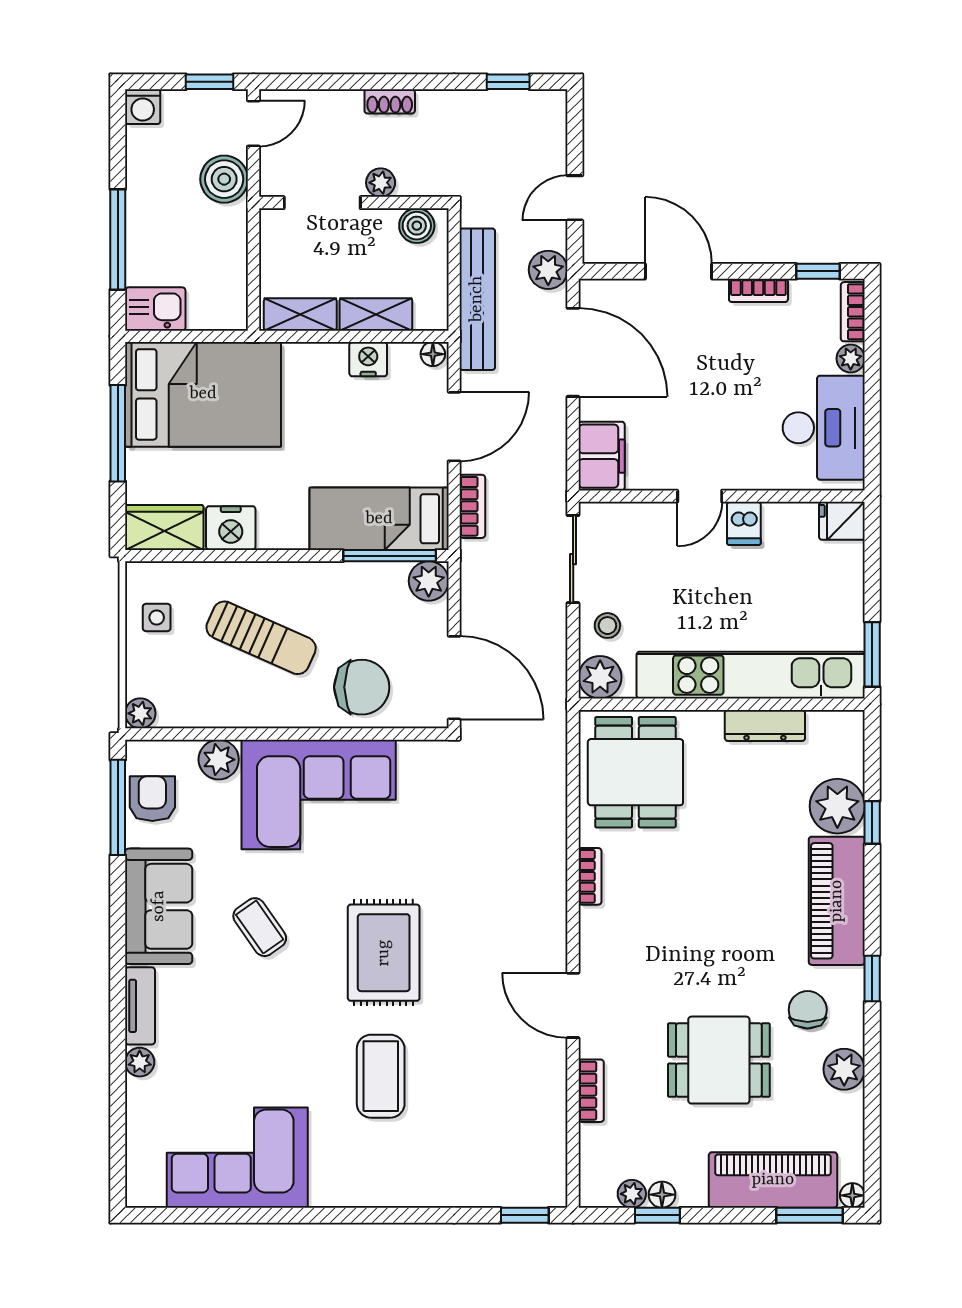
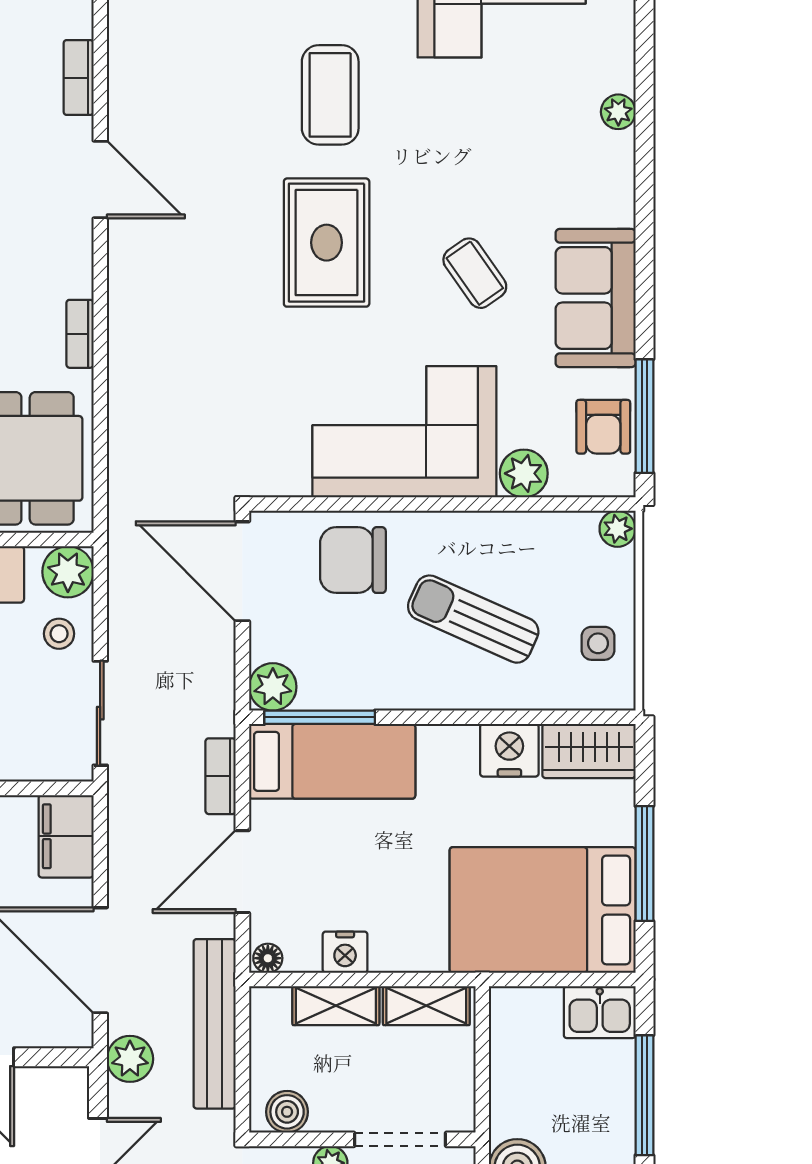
tv unit: (140, 1006) -> (618, 179), removed

